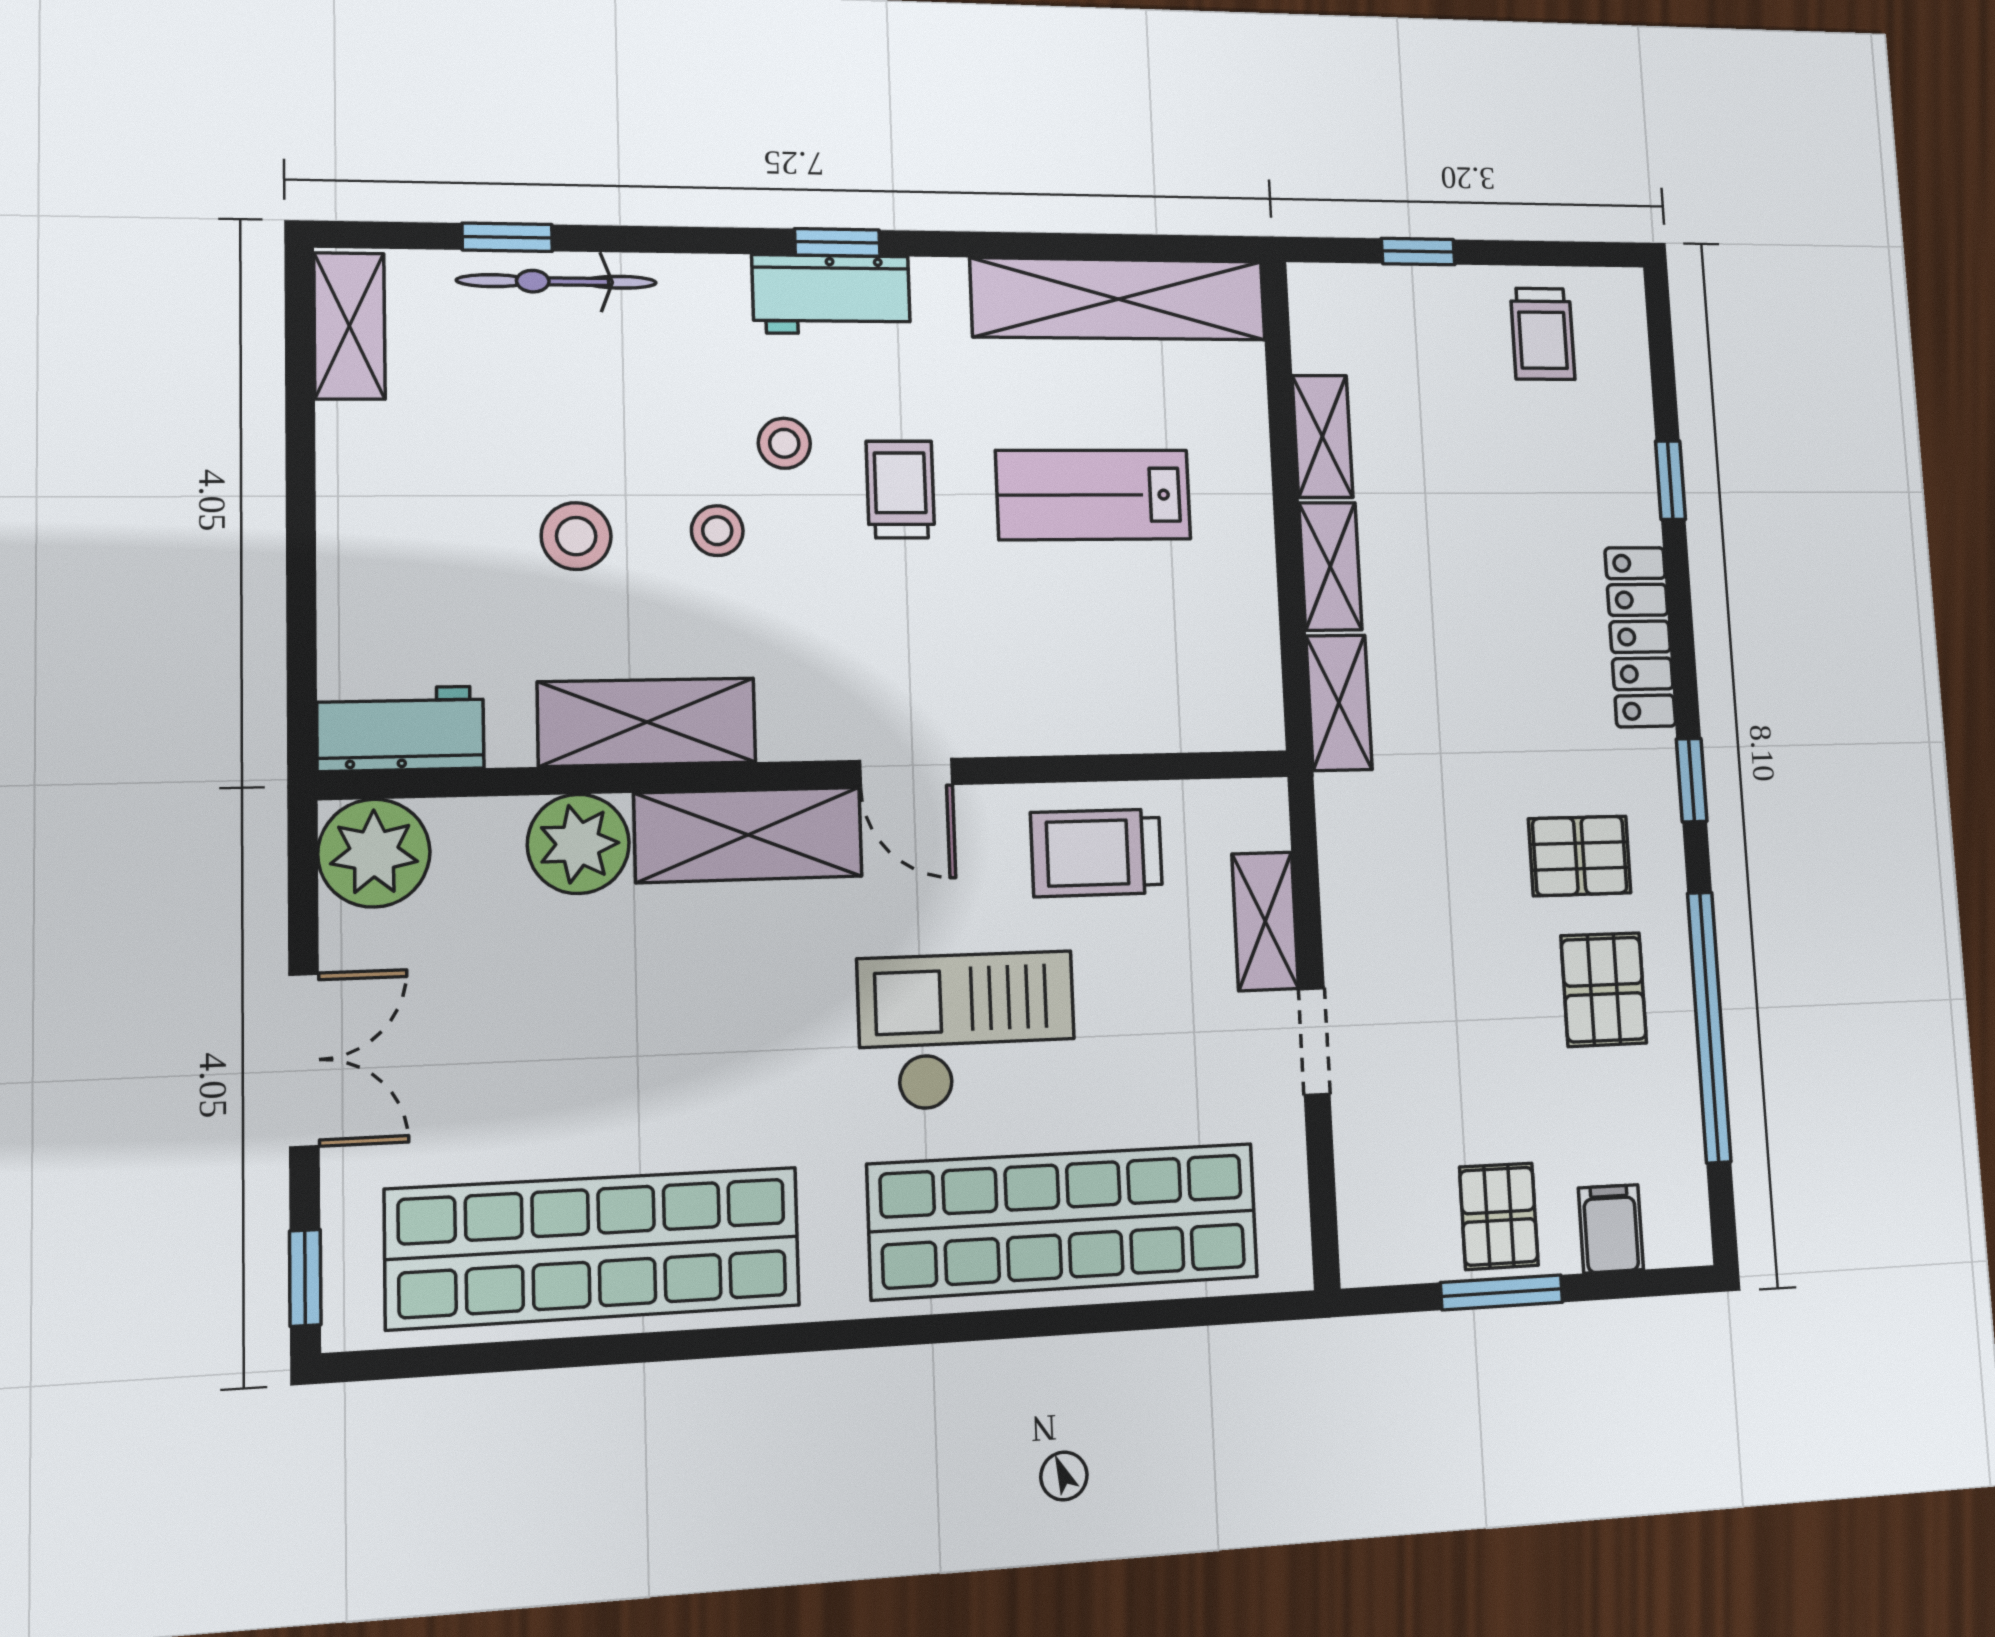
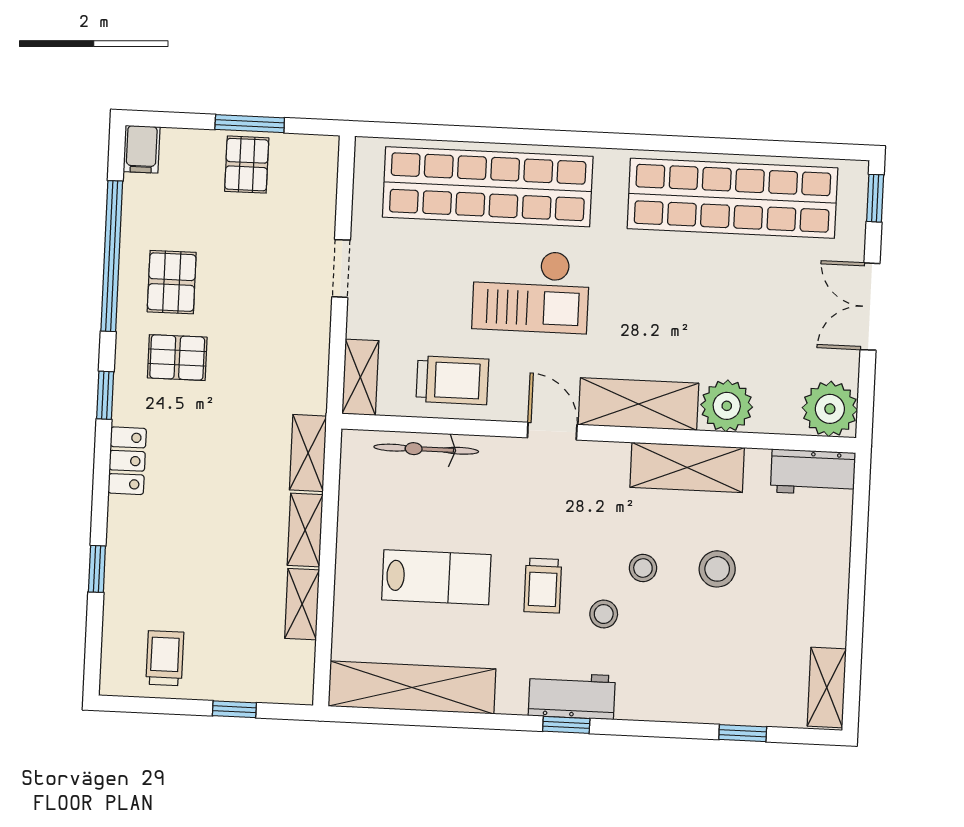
bicycle: (557, 281) -> (426, 449), moved, turned 180
locker: (1640, 637) -> (127, 461), width x0.66
shelving: (1265, 921) -> (360, 377), moved
filing cabinet: (1611, 1229) -> (142, 149), moved

